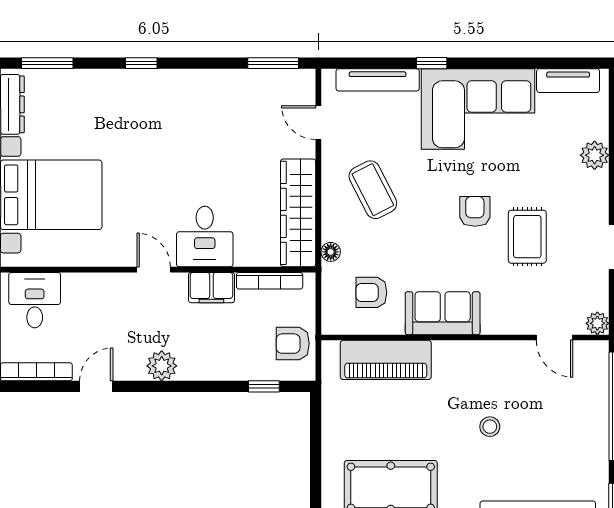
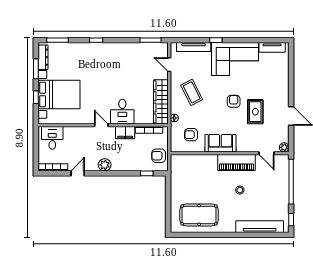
plant: (595, 155) -> (283, 78), removed
piano: (386, 360) -> (237, 162), moved

